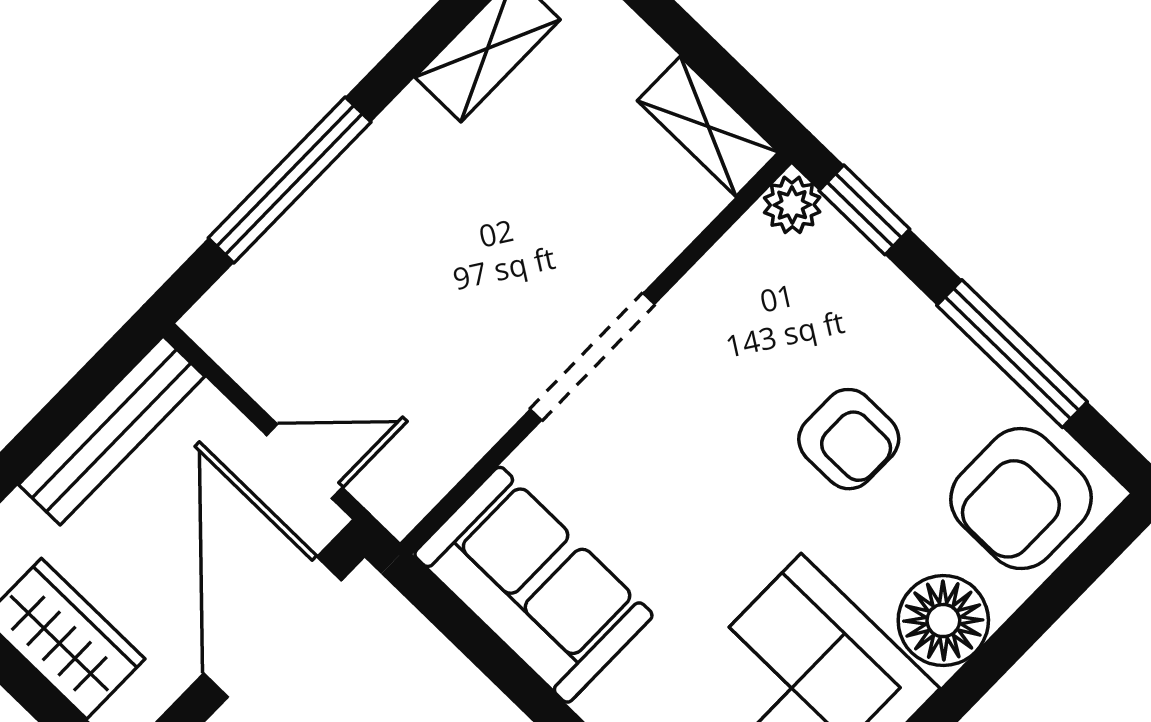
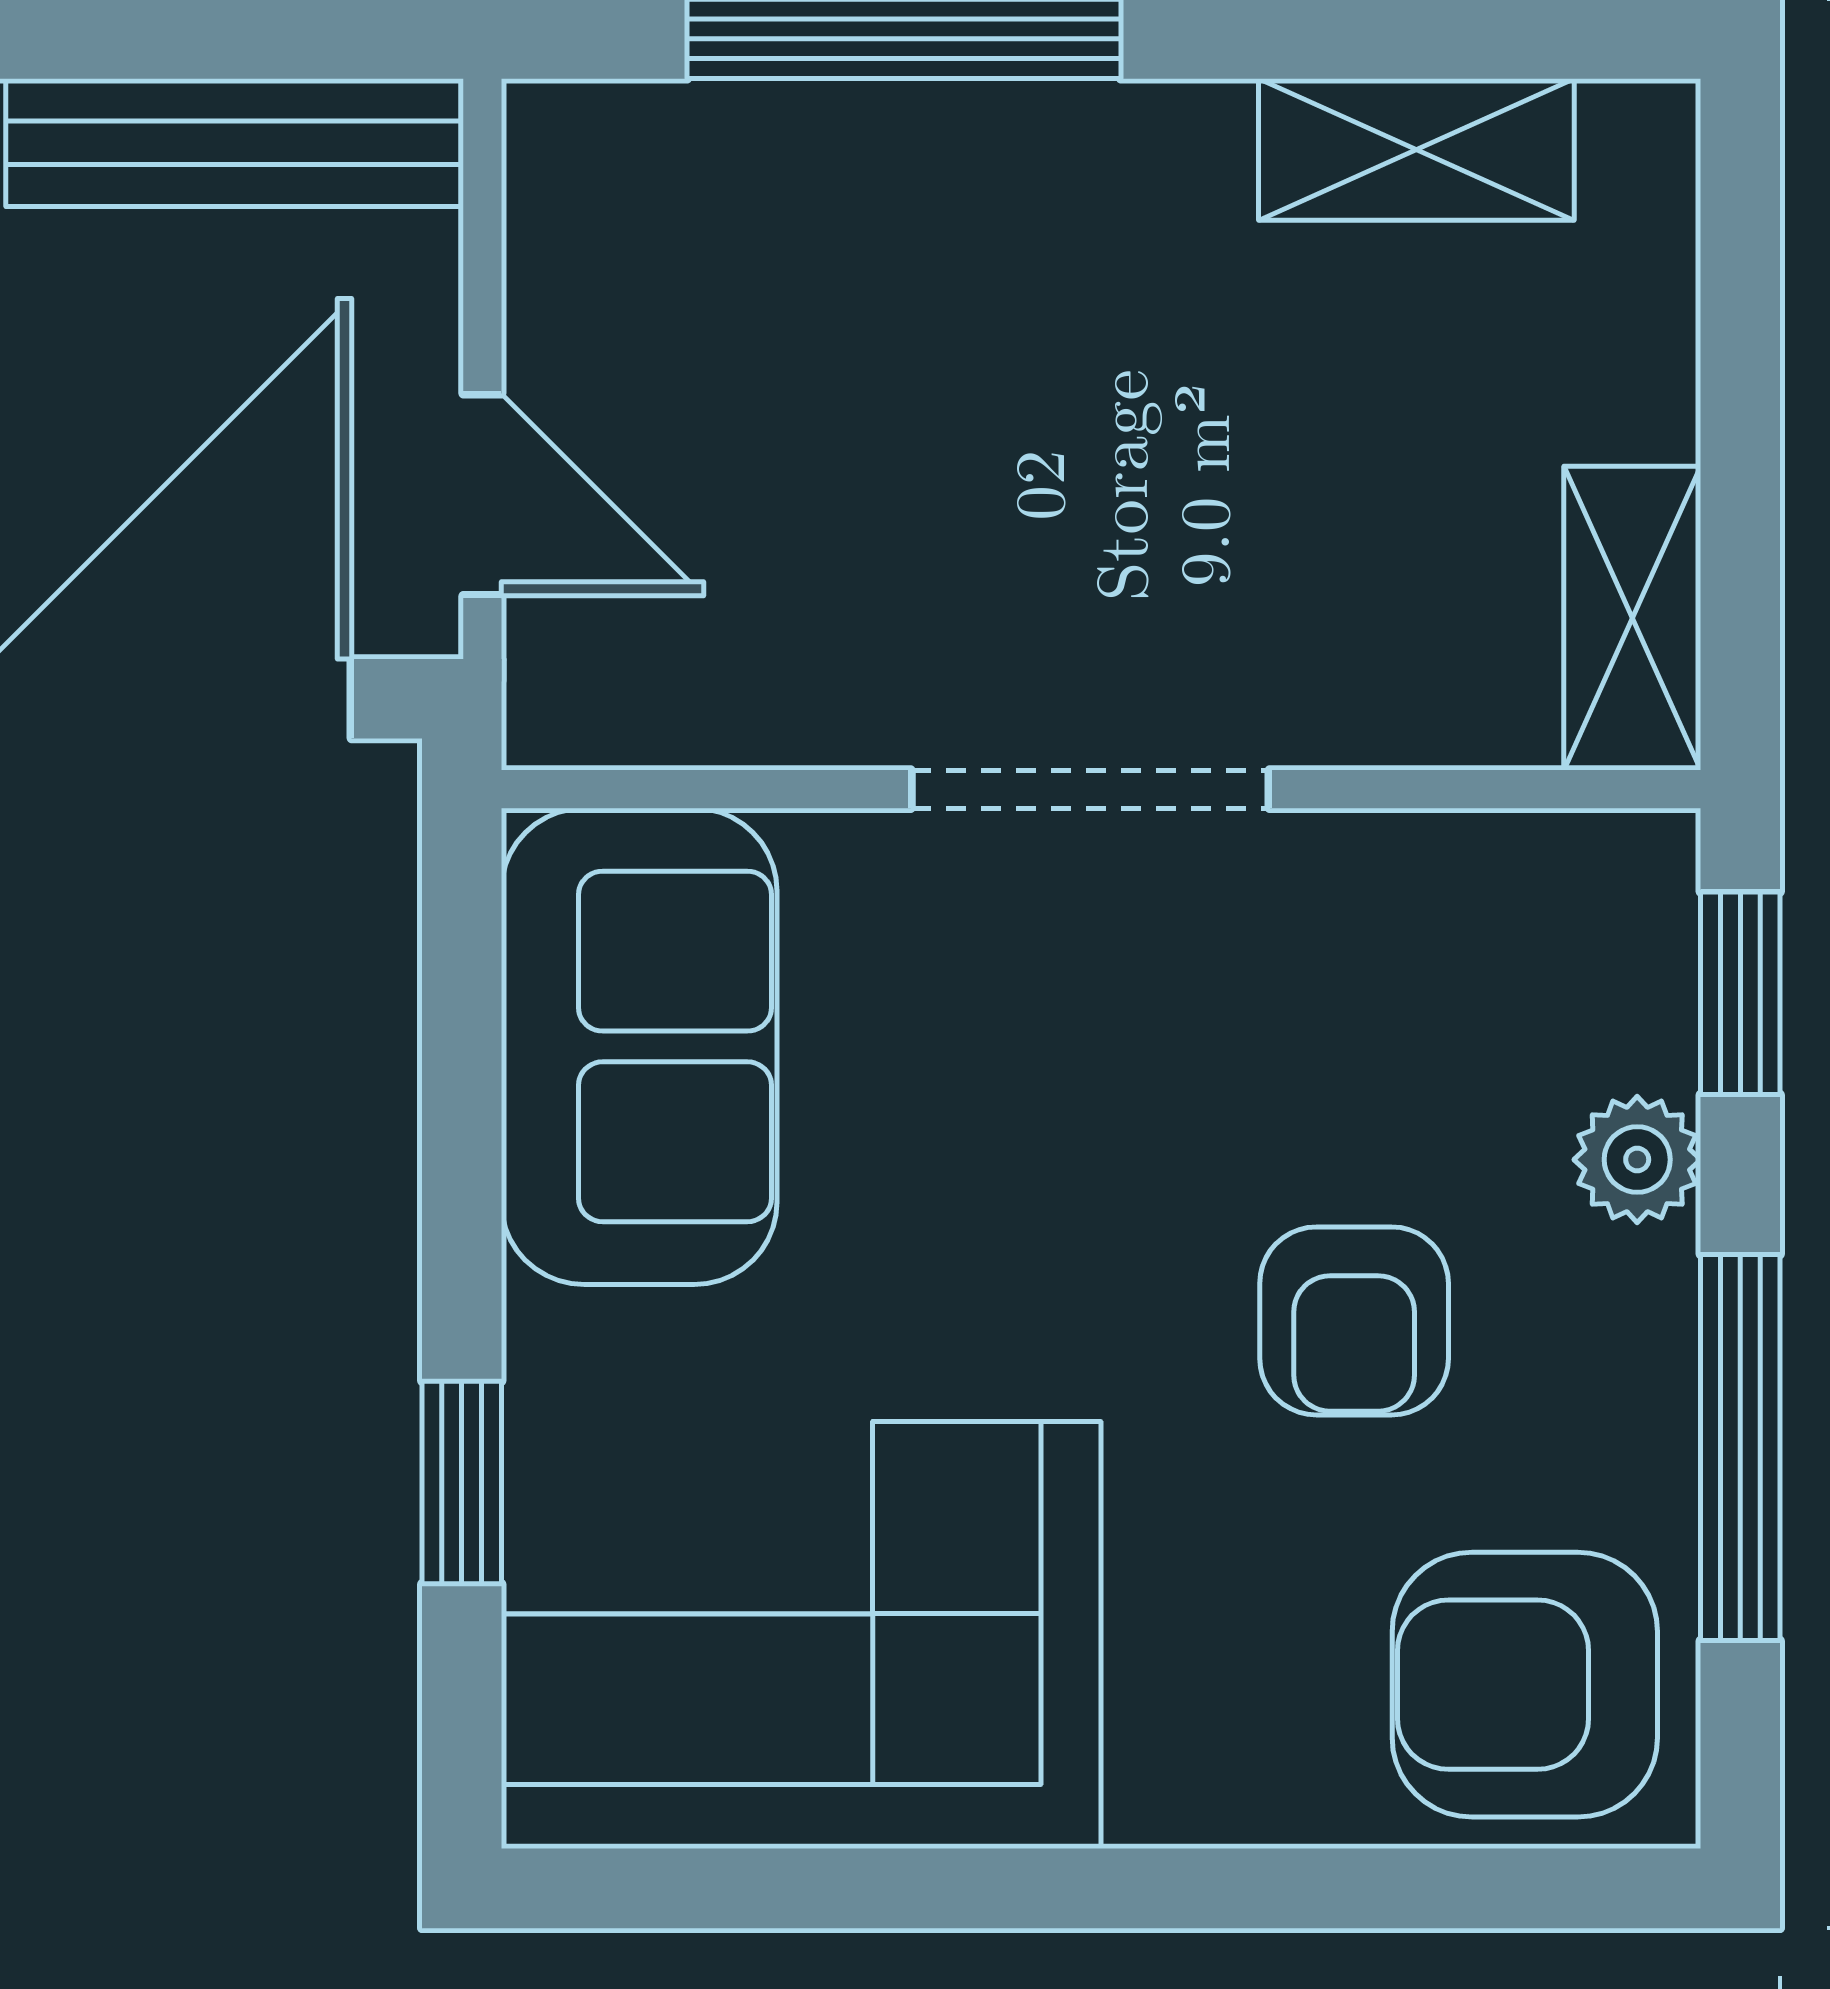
plant: (792, 205) -> (1637, 1160), moved
floor lamp: (943, 621) -> (1213, 1749), removed

